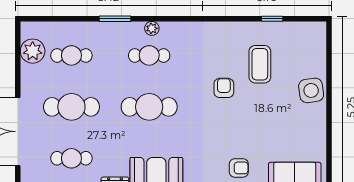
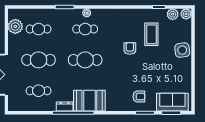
plant: (318, 30) -> (186, 14), added
plant: (295, 31) -> (173, 14), added

